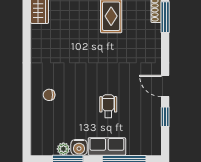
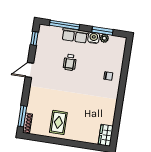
door: (165, 86) -> (29, 70), swing flipped
window: (165, 117) -> (34, 38), moved

